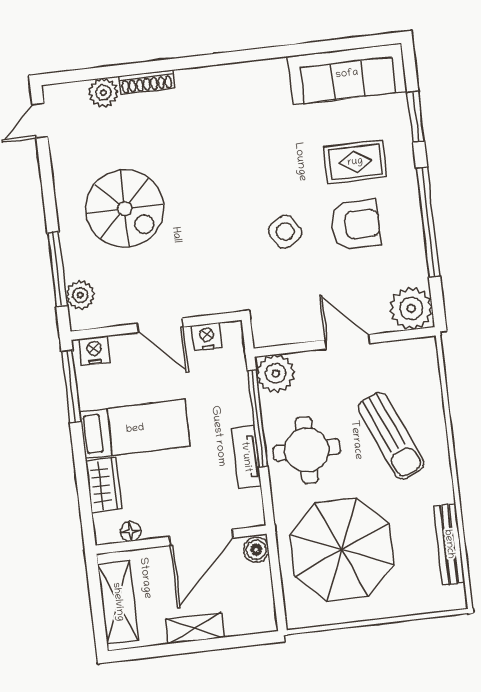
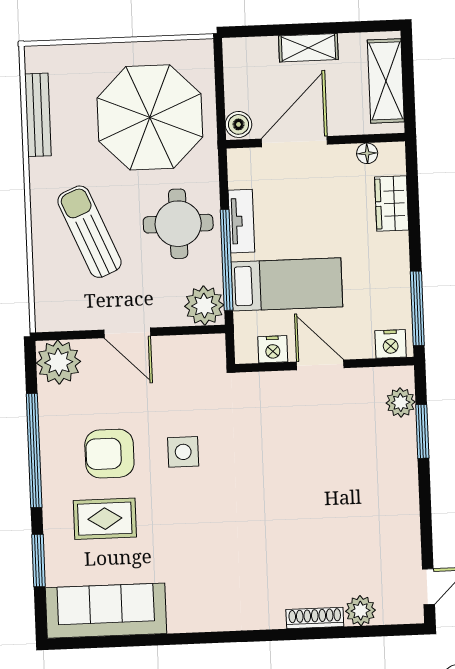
spiral stairs: (125, 209) -> (348, 489), removed
side table: (285, 232) -> (183, 452), turned 33
window: (57, 269) -> (422, 431), width x0.69
bed: (135, 429) -> (287, 284), moved, turned 180

